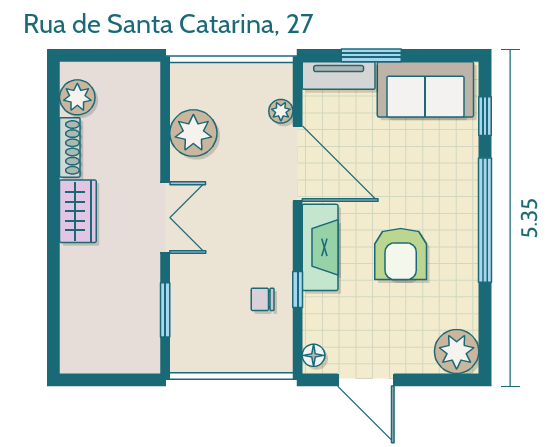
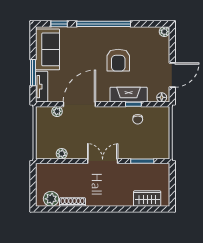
plant: (193, 133) -> (62, 154), width x0.53, depth x0.53
wardrobe: (78, 211) -> (147, 199), moved
fireplace: (320, 247) -> (129, 95), moved
armchair: (401, 254) -> (118, 60), turned 90
plant: (457, 351) -> (164, 32), width x0.53, depth x0.53

